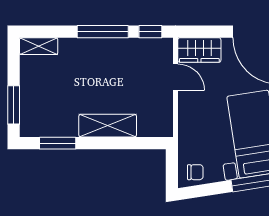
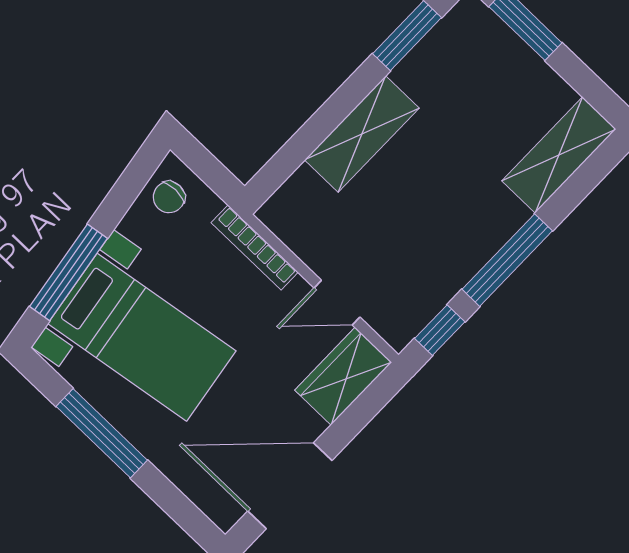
shelving: (39, 46) -> (559, 155), width x1.50, depth x1.33
bookcase: (184, 125) -> (255, 247), added

